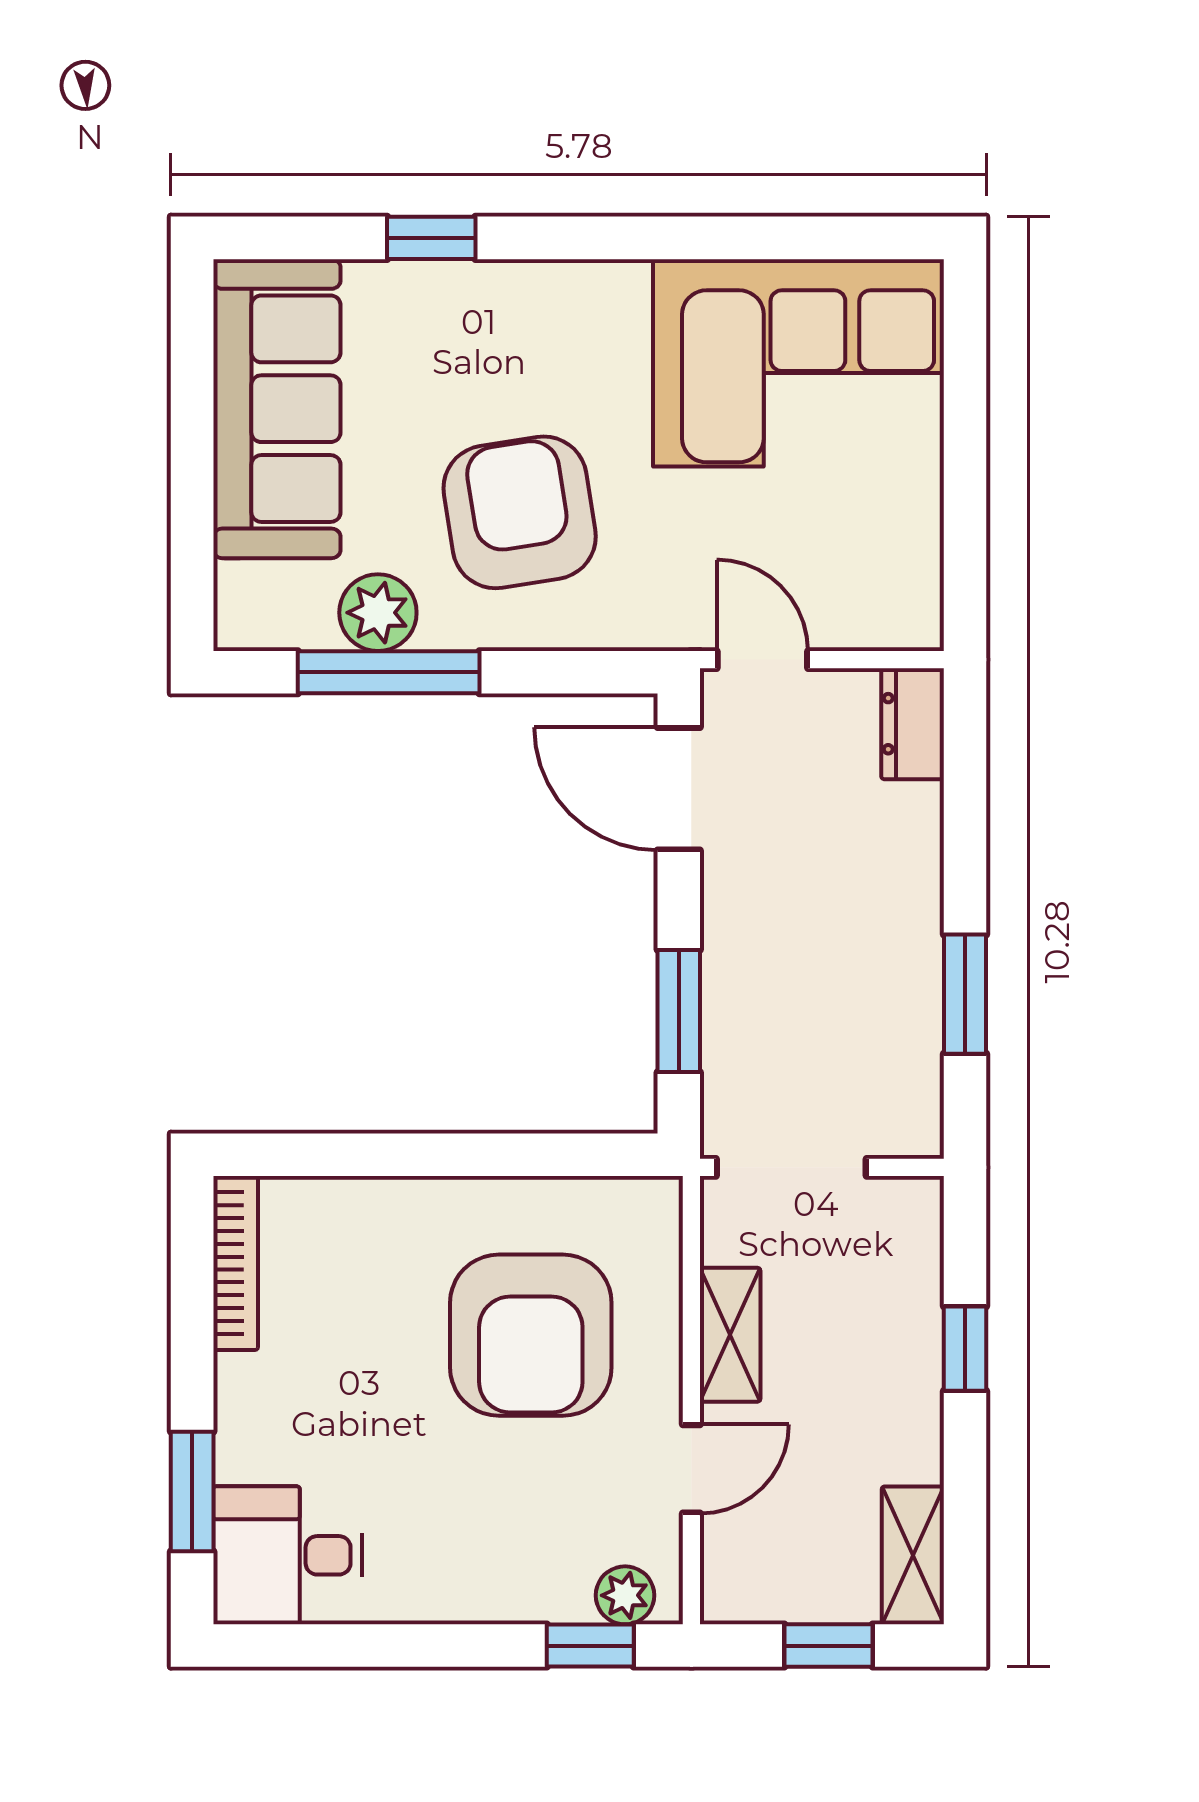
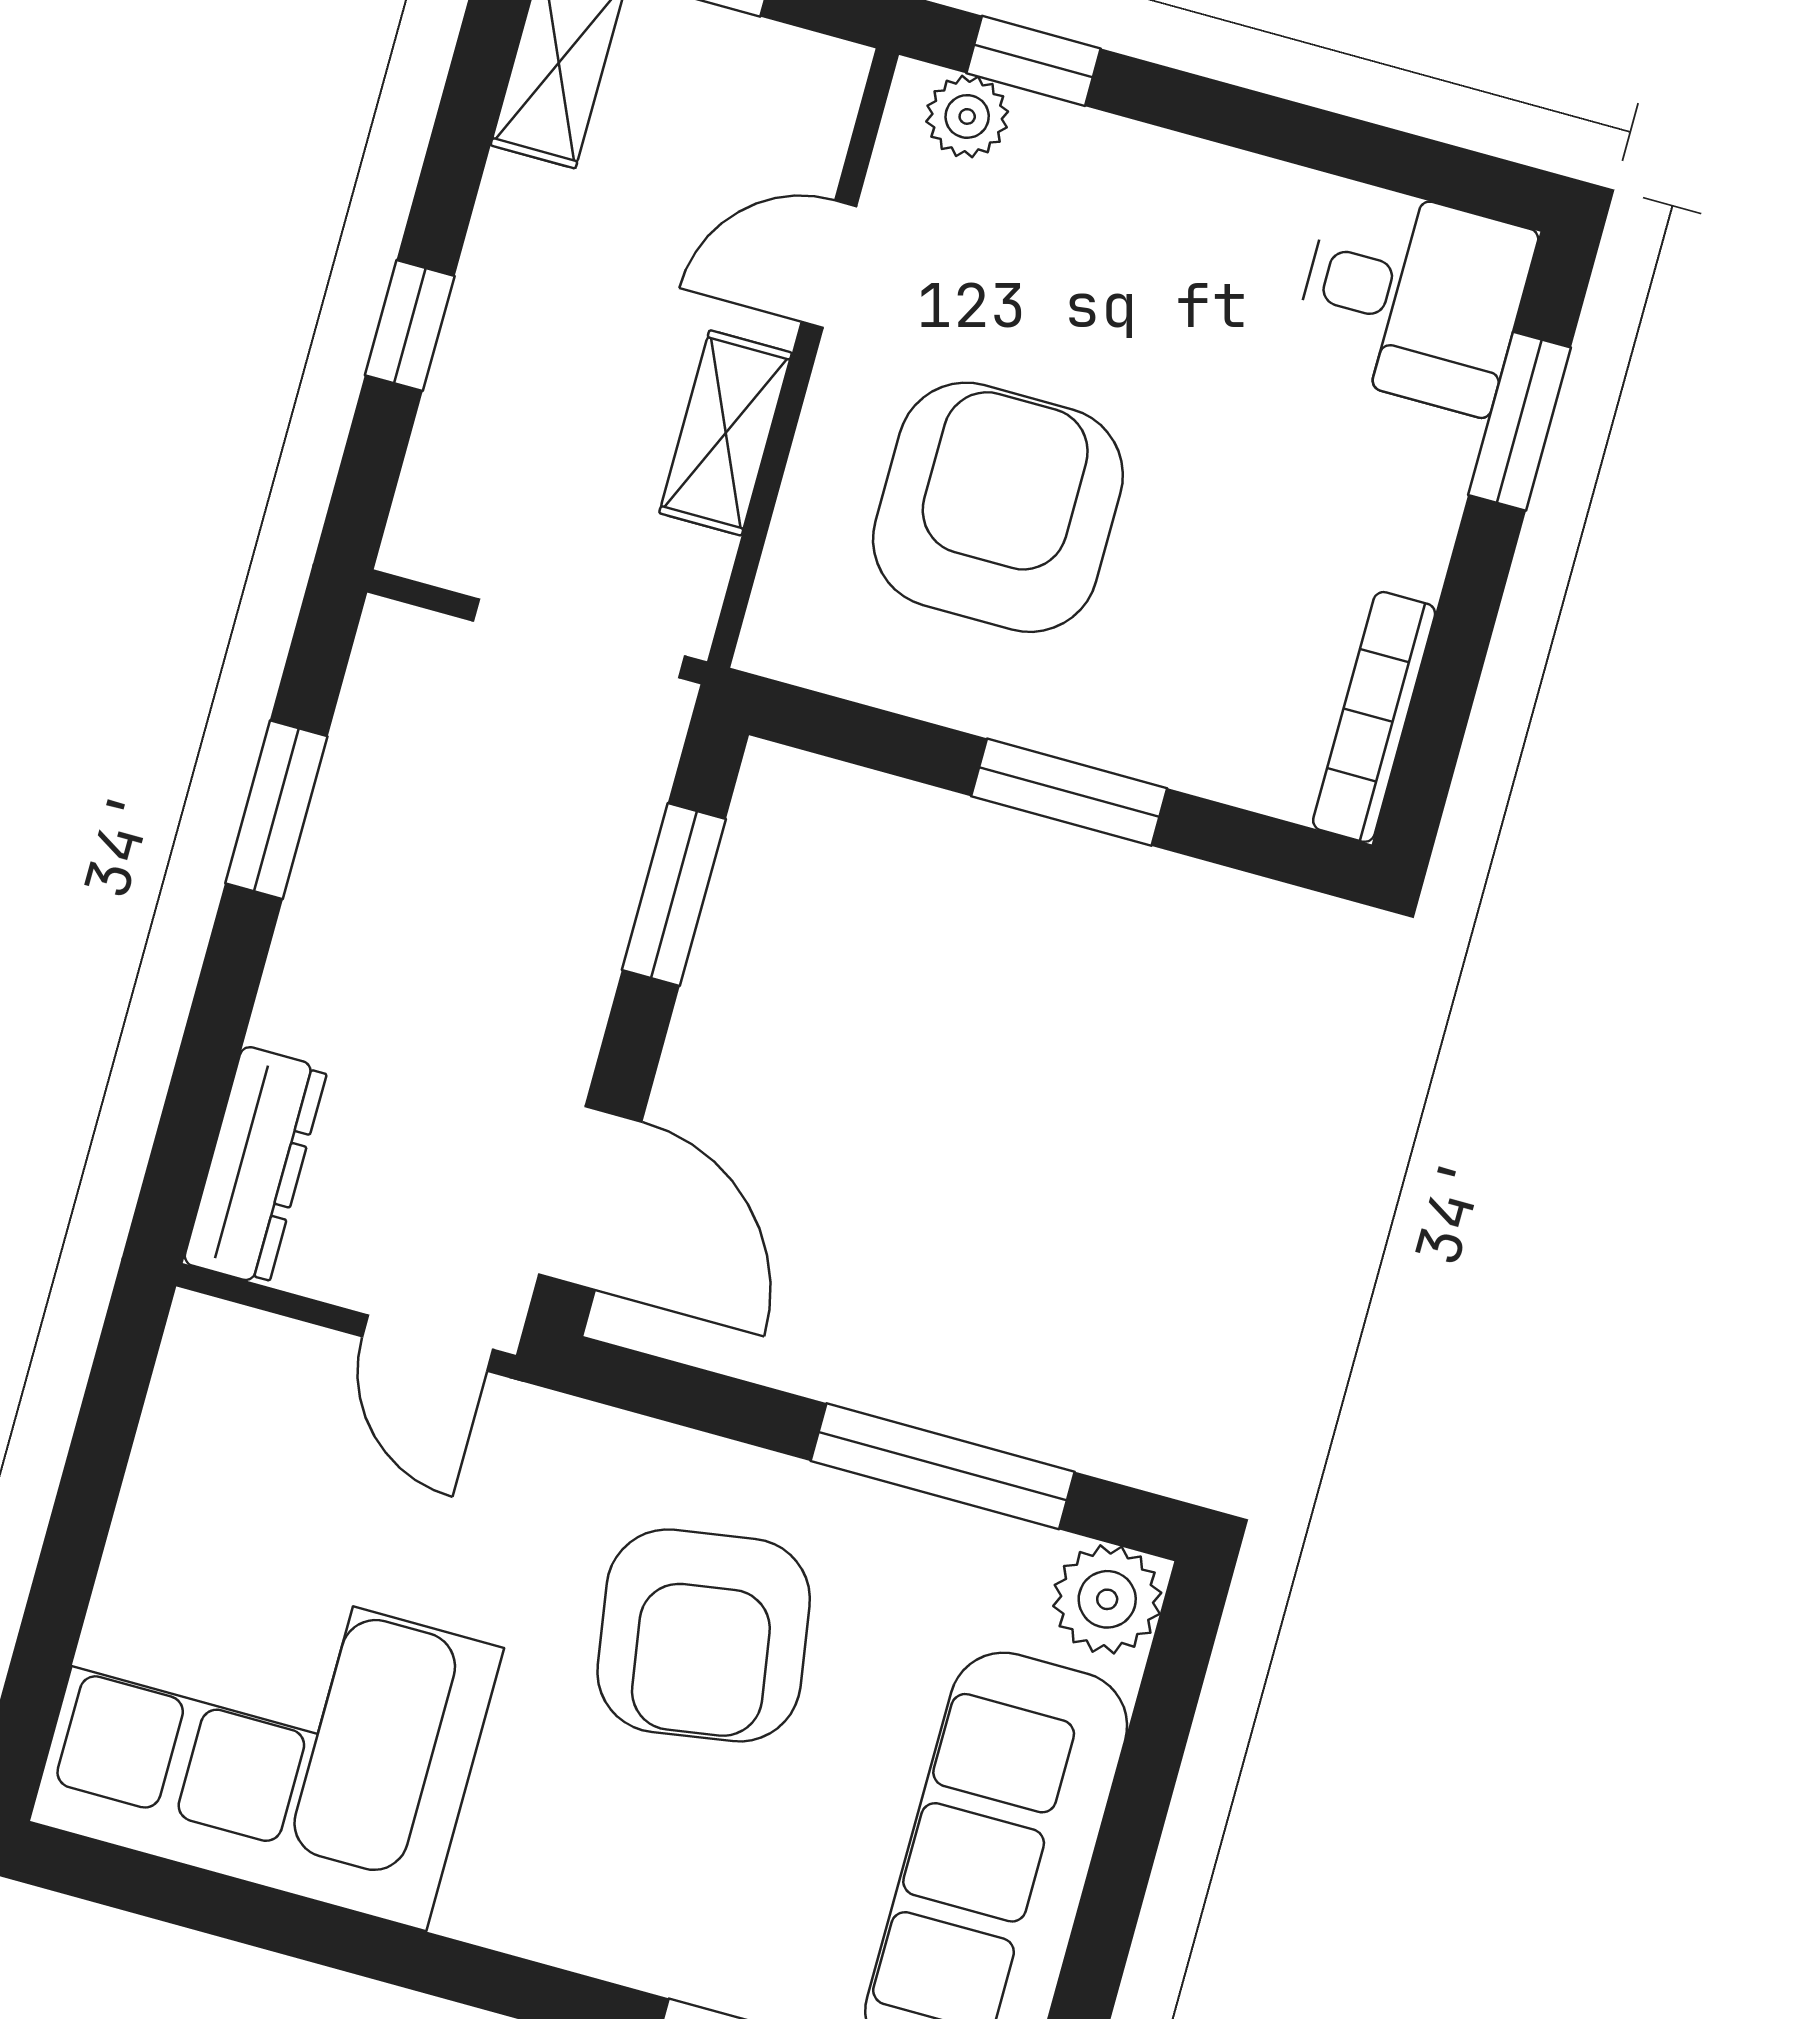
plant: (378, 613) -> (1107, 1599), moved
dresser: (913, 724) -> (255, 1166), width x1.44
window: (429, 1155) -> (1069, 792), added

